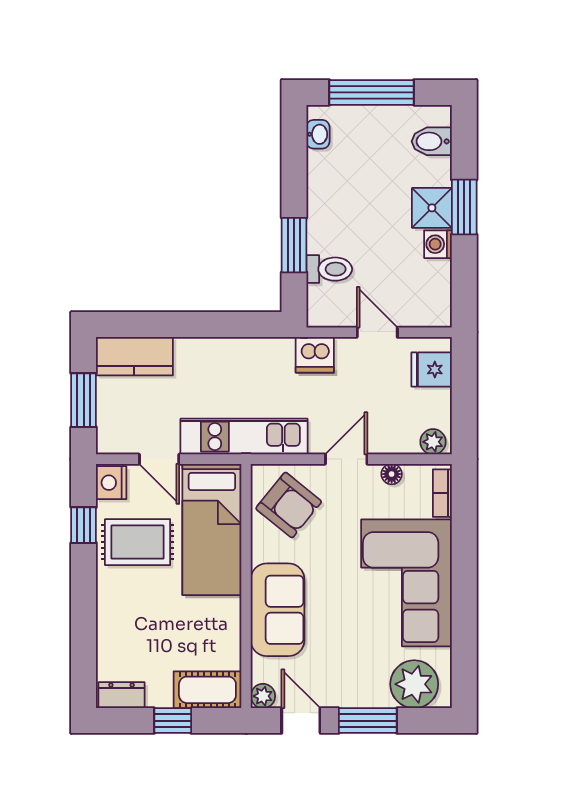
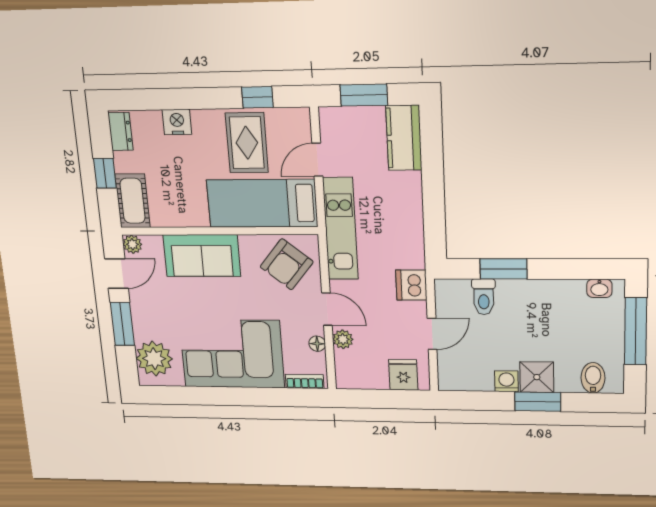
plant: (433, 442) -> (343, 339), moved
nightstand: (111, 483) -> (177, 122), moved

